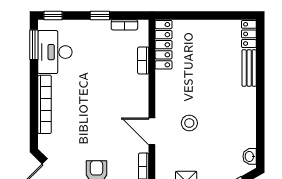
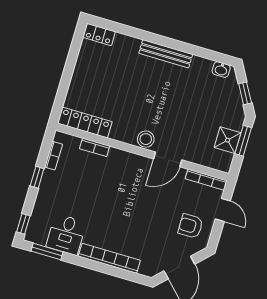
desk: (55, 52) -> (66, 234), width x0.73
bench: (249, 68) -> (166, 54), moved, width x1.36
stool: (189, 123) -> (146, 139), moved

